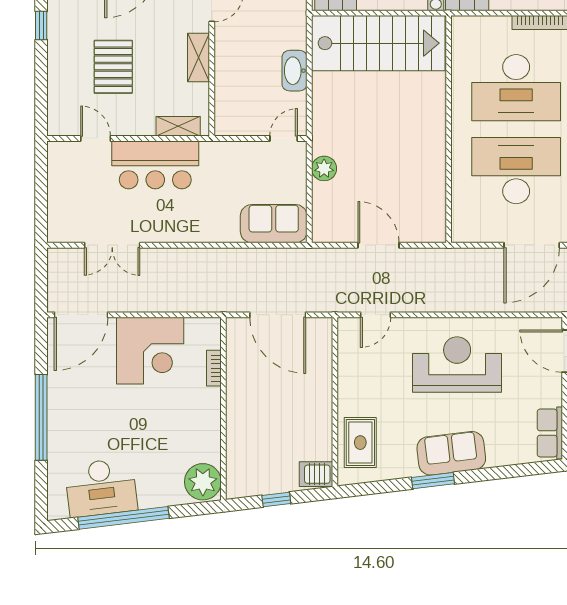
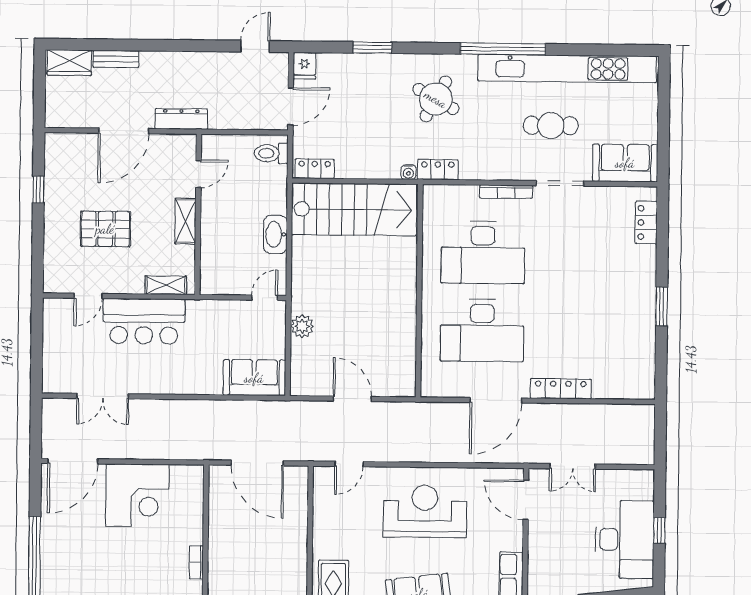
pallet: (113, 67) -> (105, 229), turned 90
door: (96, 138) -> (88, 296), swing flipped
desk: (516, 171) -> (482, 330), turned 180
bookcase: (214, 368) -> (196, 562), moved

